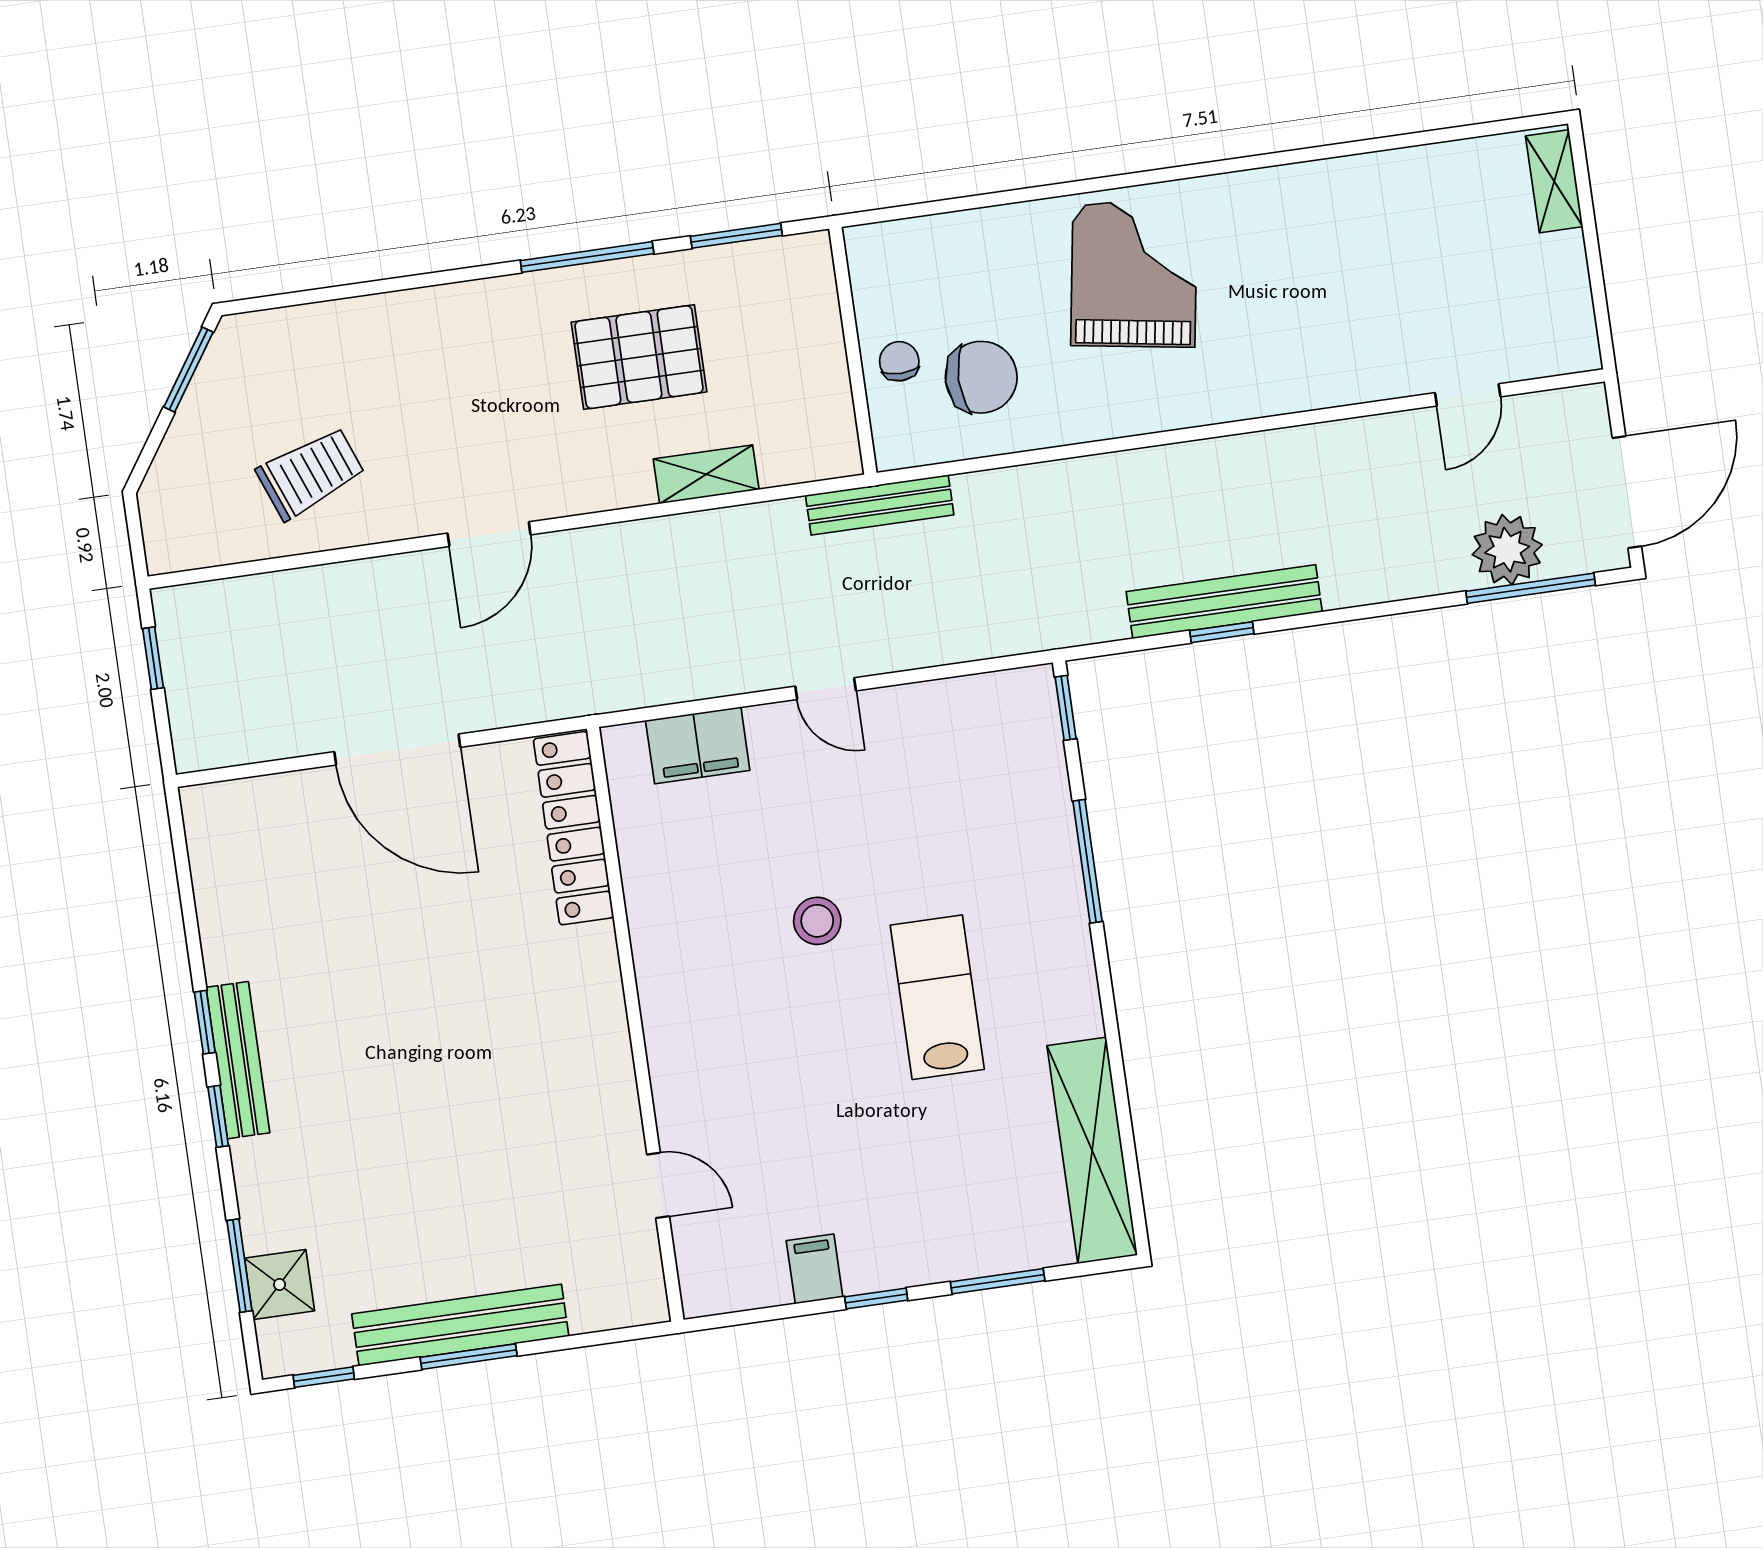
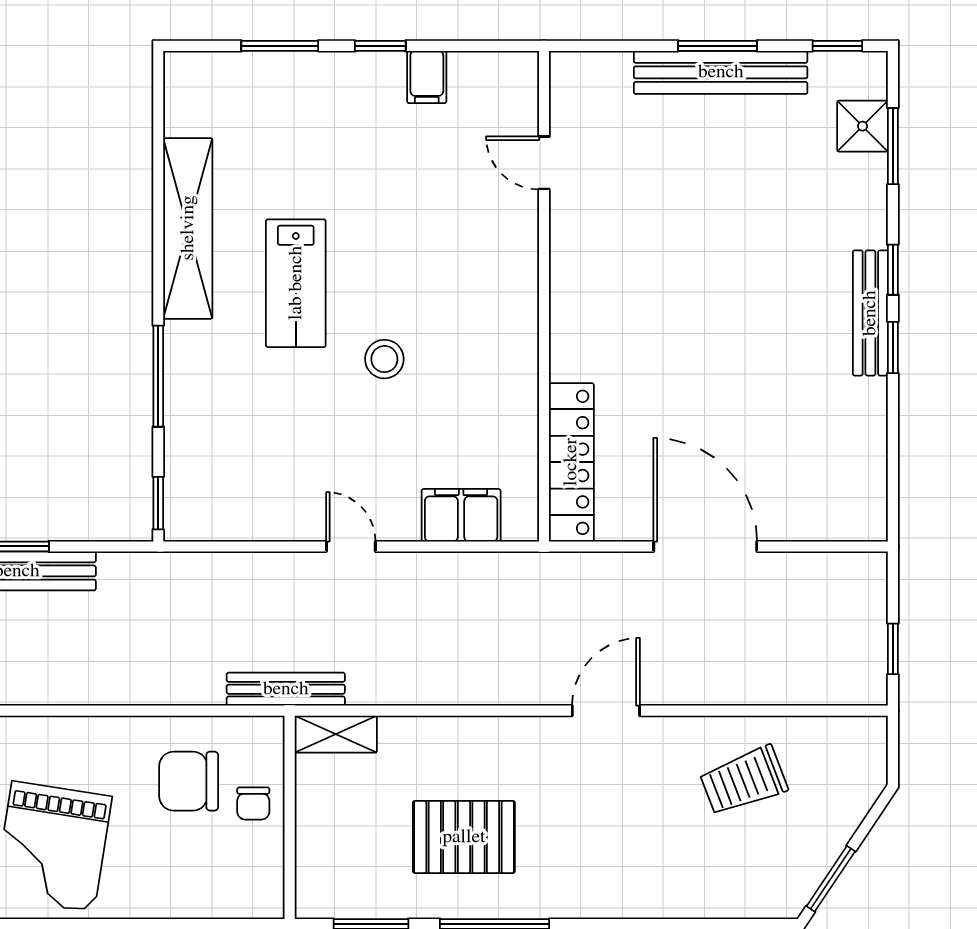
shelving: (706, 474) -> (336, 734), moved
shelving: (1092, 1150) -> (188, 228), moved

